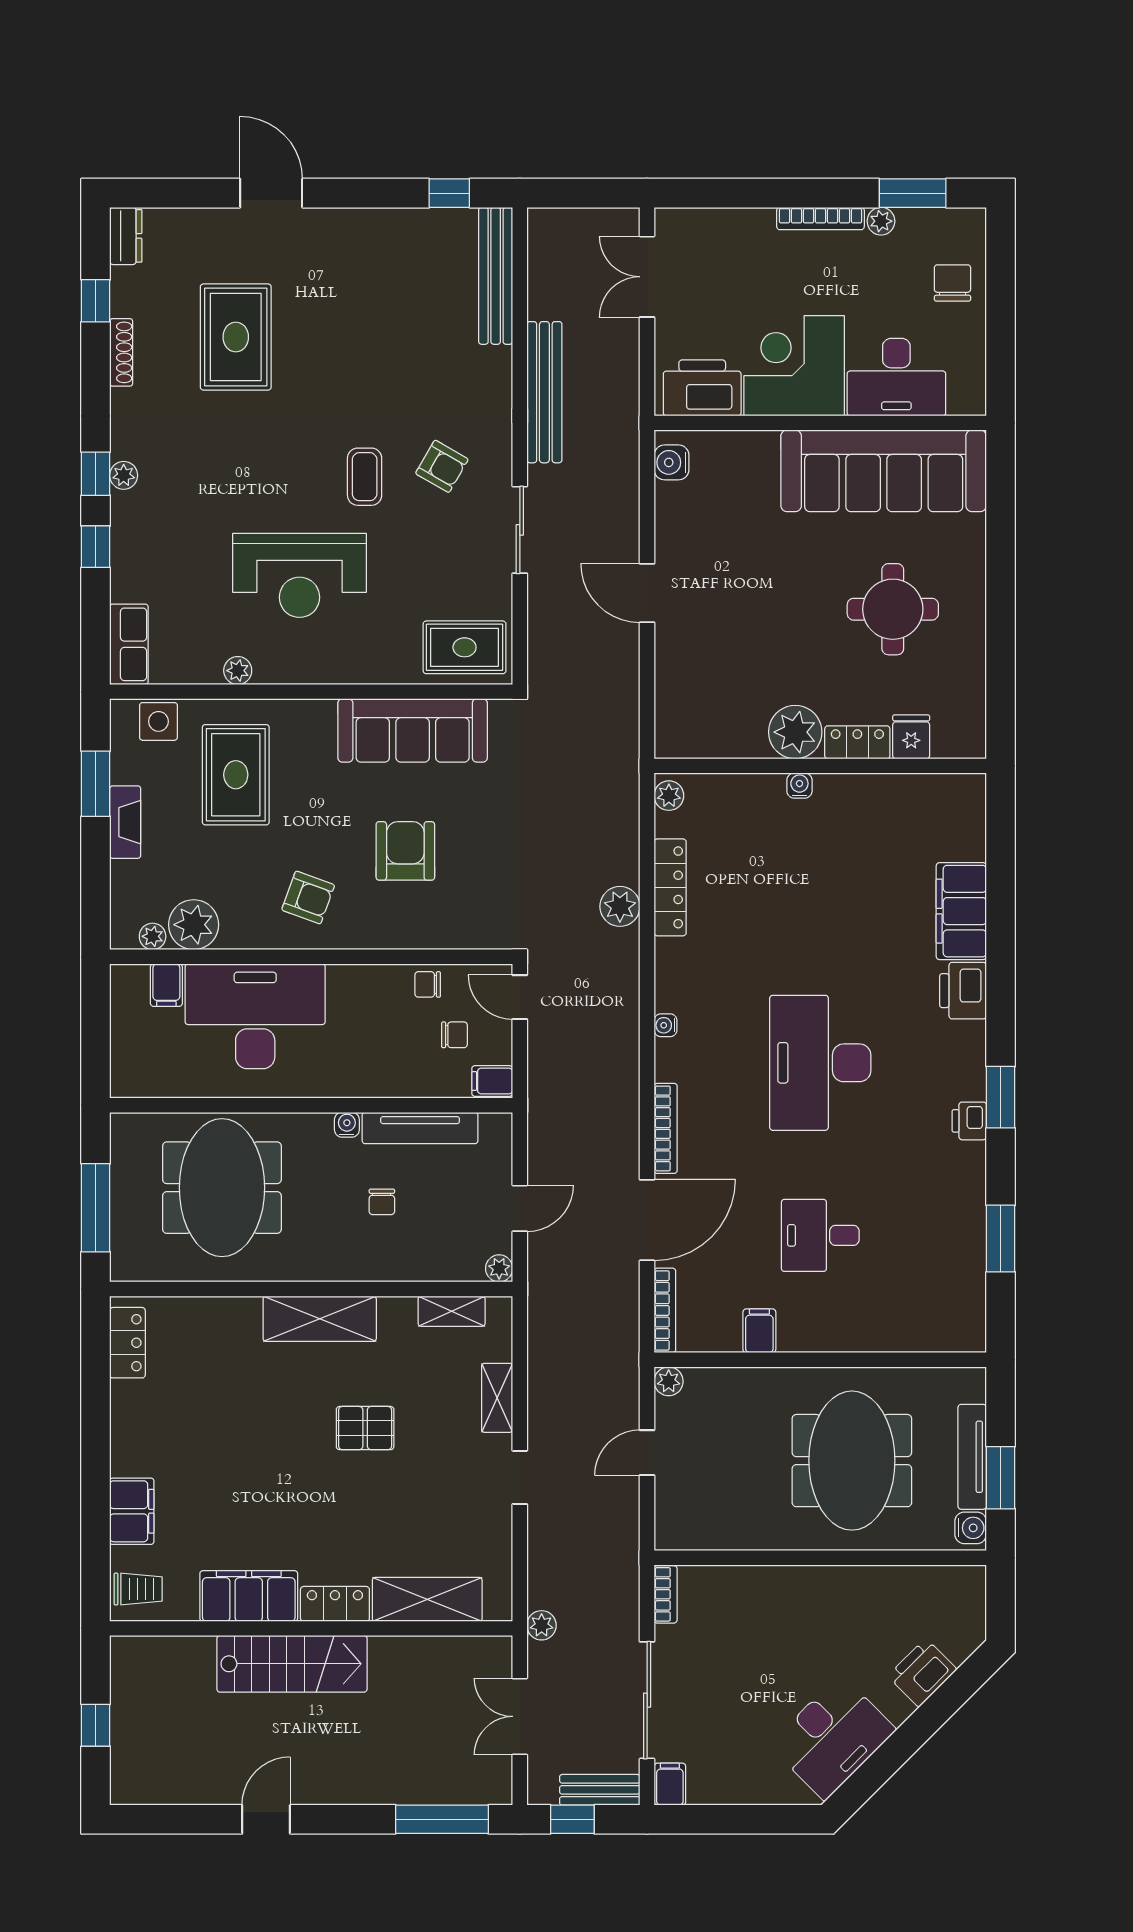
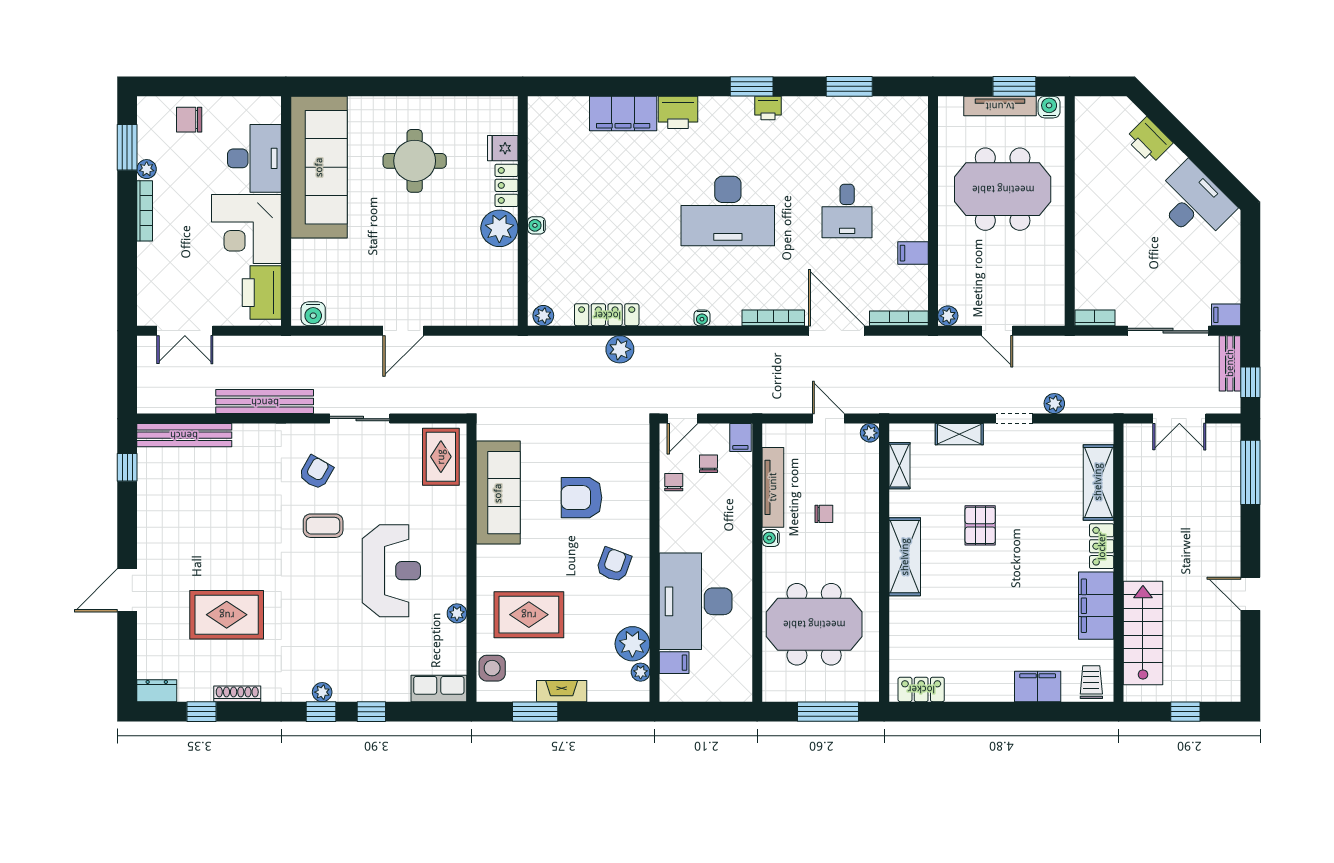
chair: (428, 984) -> (674, 482), turned 180
plant: (542, 1625) -> (1054, 404), moved
stairs: (292, 1664) -> (1143, 633), moved

